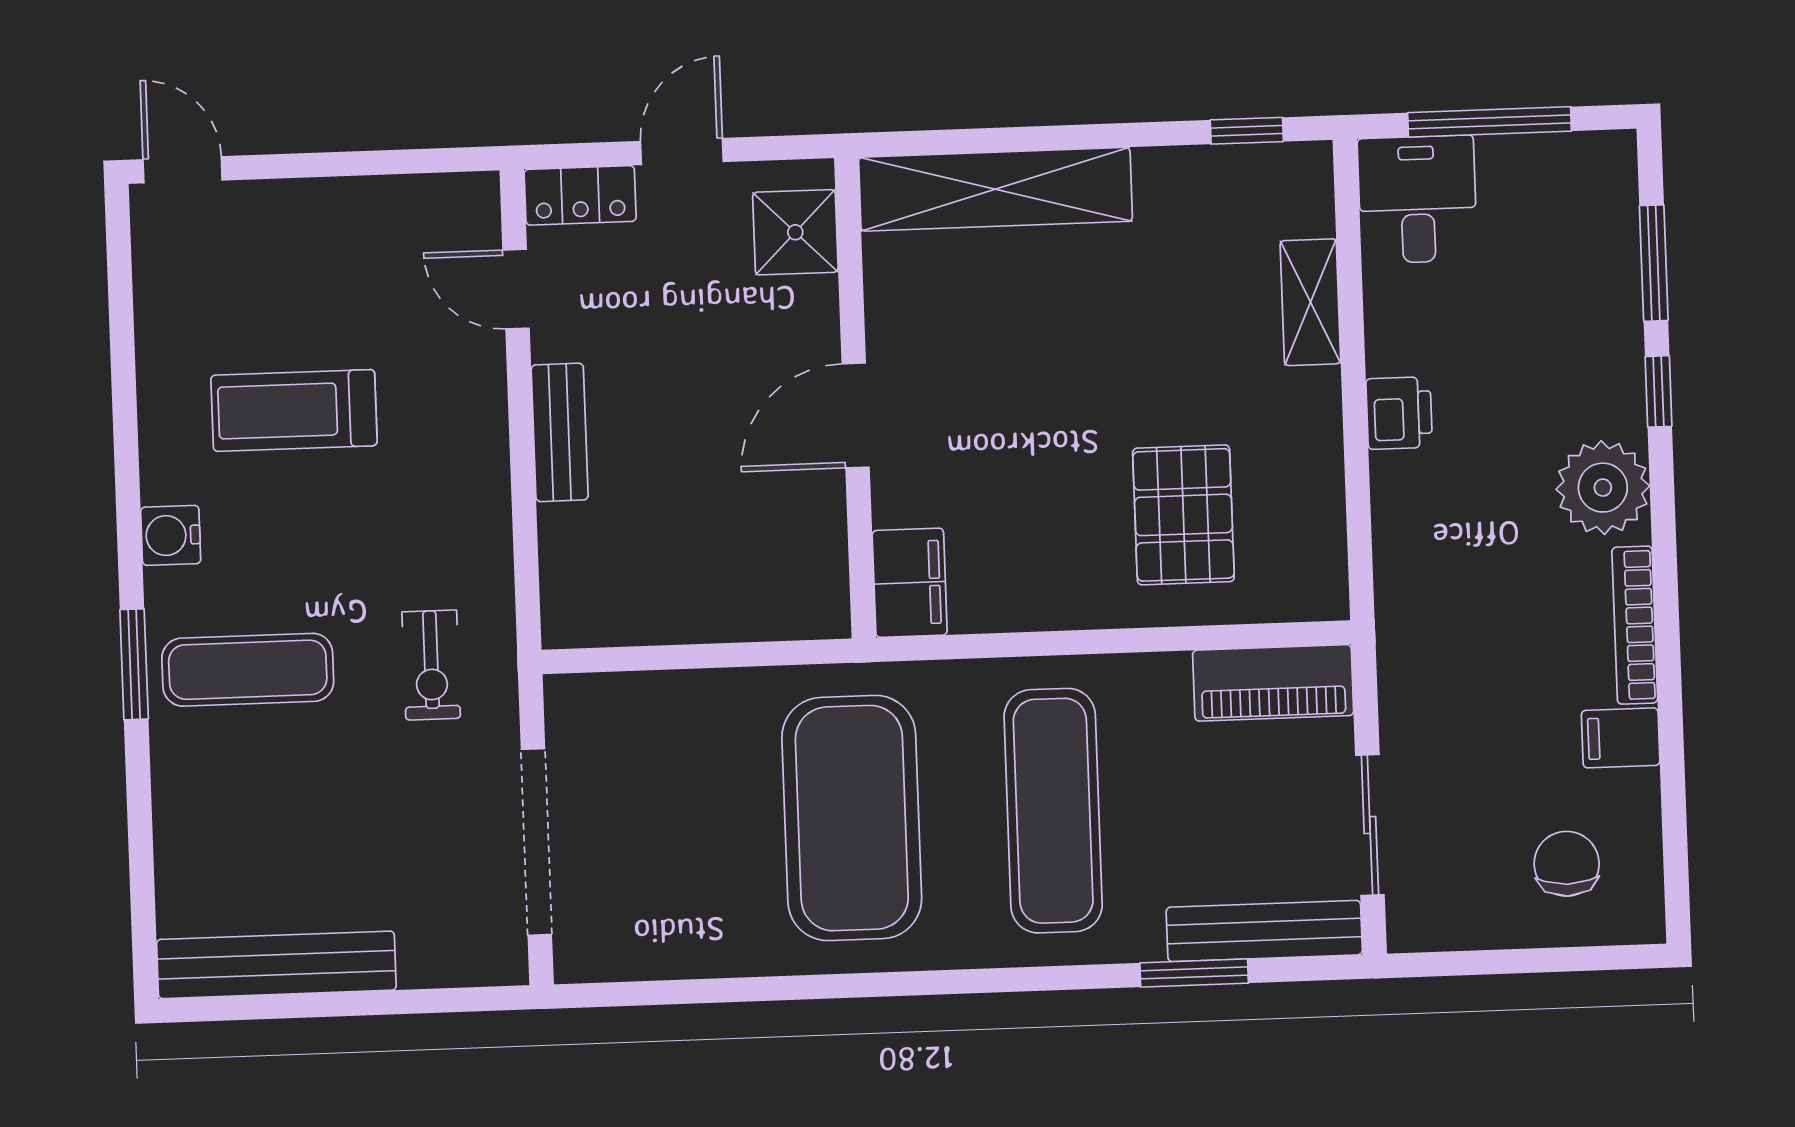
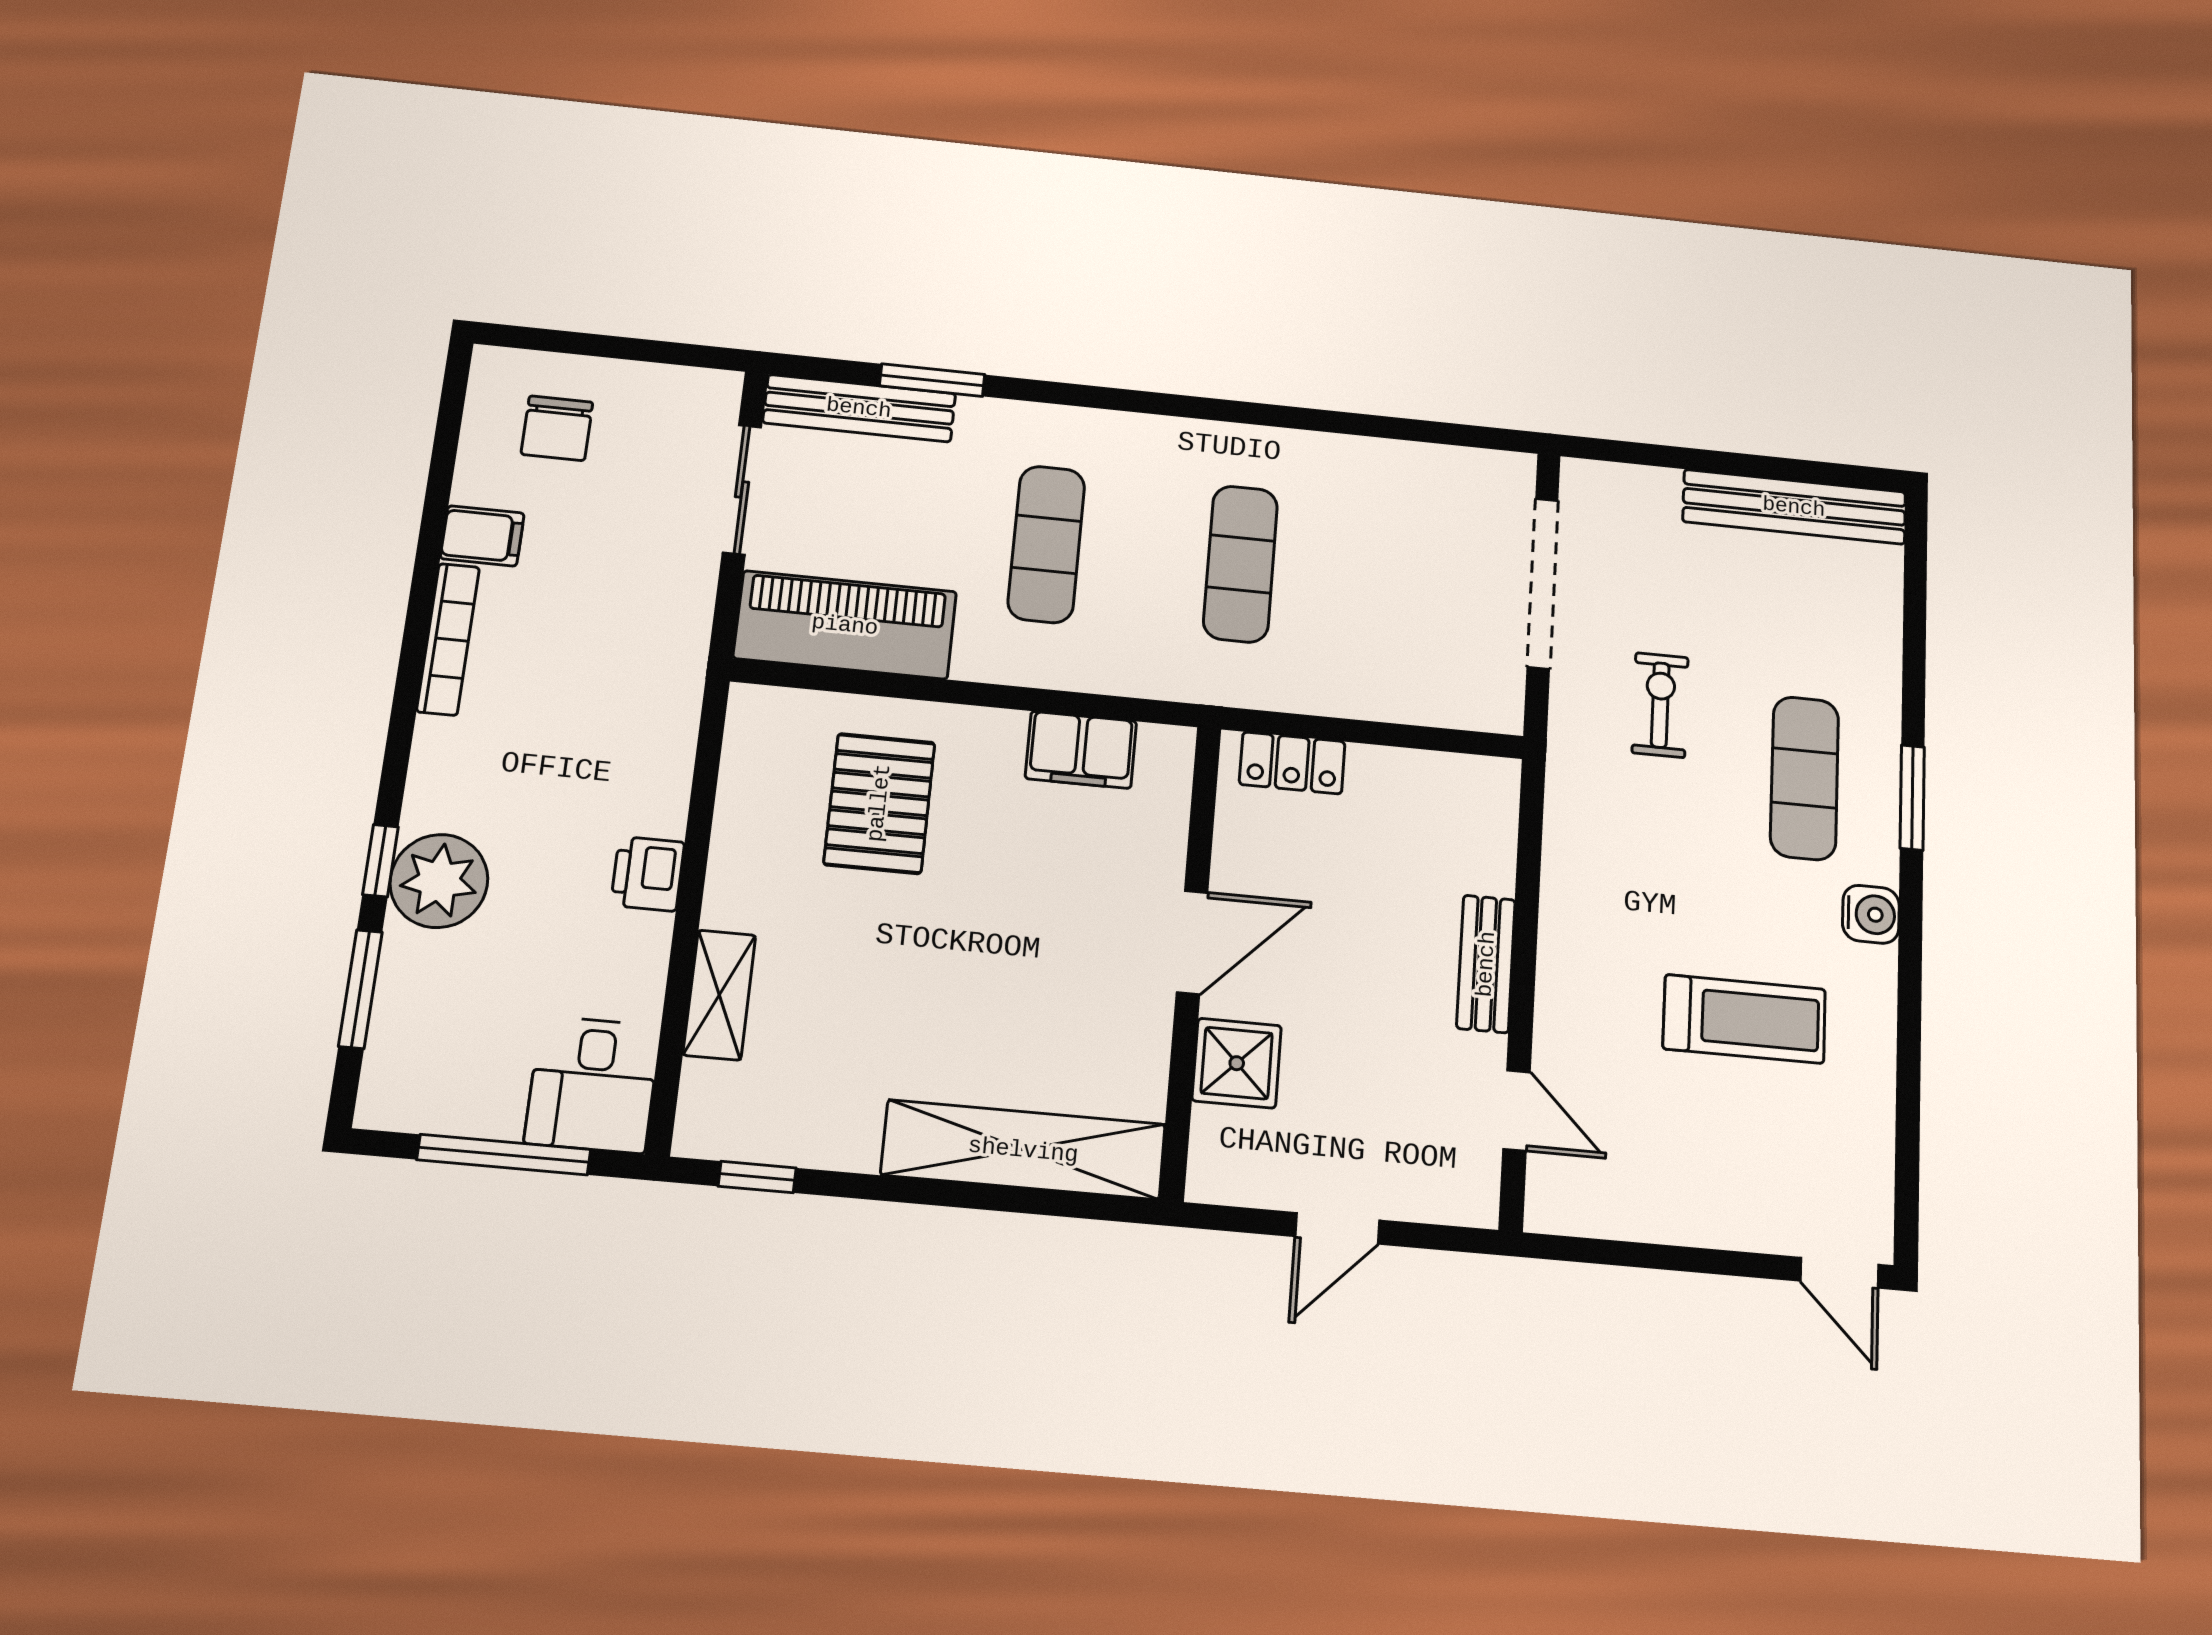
locker: (580, 195) -> (1292, 763), moved, turned 180
shower: (795, 232) -> (1237, 1063), moved
plant: (1603, 488) -> (439, 881), moved
filing cabinet: (910, 583) -> (1081, 750), moved, turned -90
exercise bike: (431, 665) -> (1660, 705), moved
exercise mat: (248, 670) -> (1804, 778), turned 90
piano: (1273, 683) -> (845, 625), width x1.37, depth x1.33
exercise mat: (1053, 811) -> (1046, 544), width x0.73, depth x0.69
exercise mat: (852, 818) -> (1240, 564), width x0.50, depth x0.69

